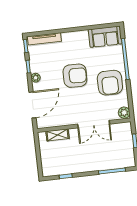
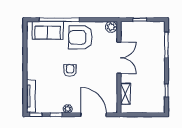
sofa: (105, 37) -> (48, 30), moved, turned 90
armchair: (75, 76) -> (70, 70), width x0.53, depth x0.53
armchair: (110, 83) -> (81, 37), turned 180

